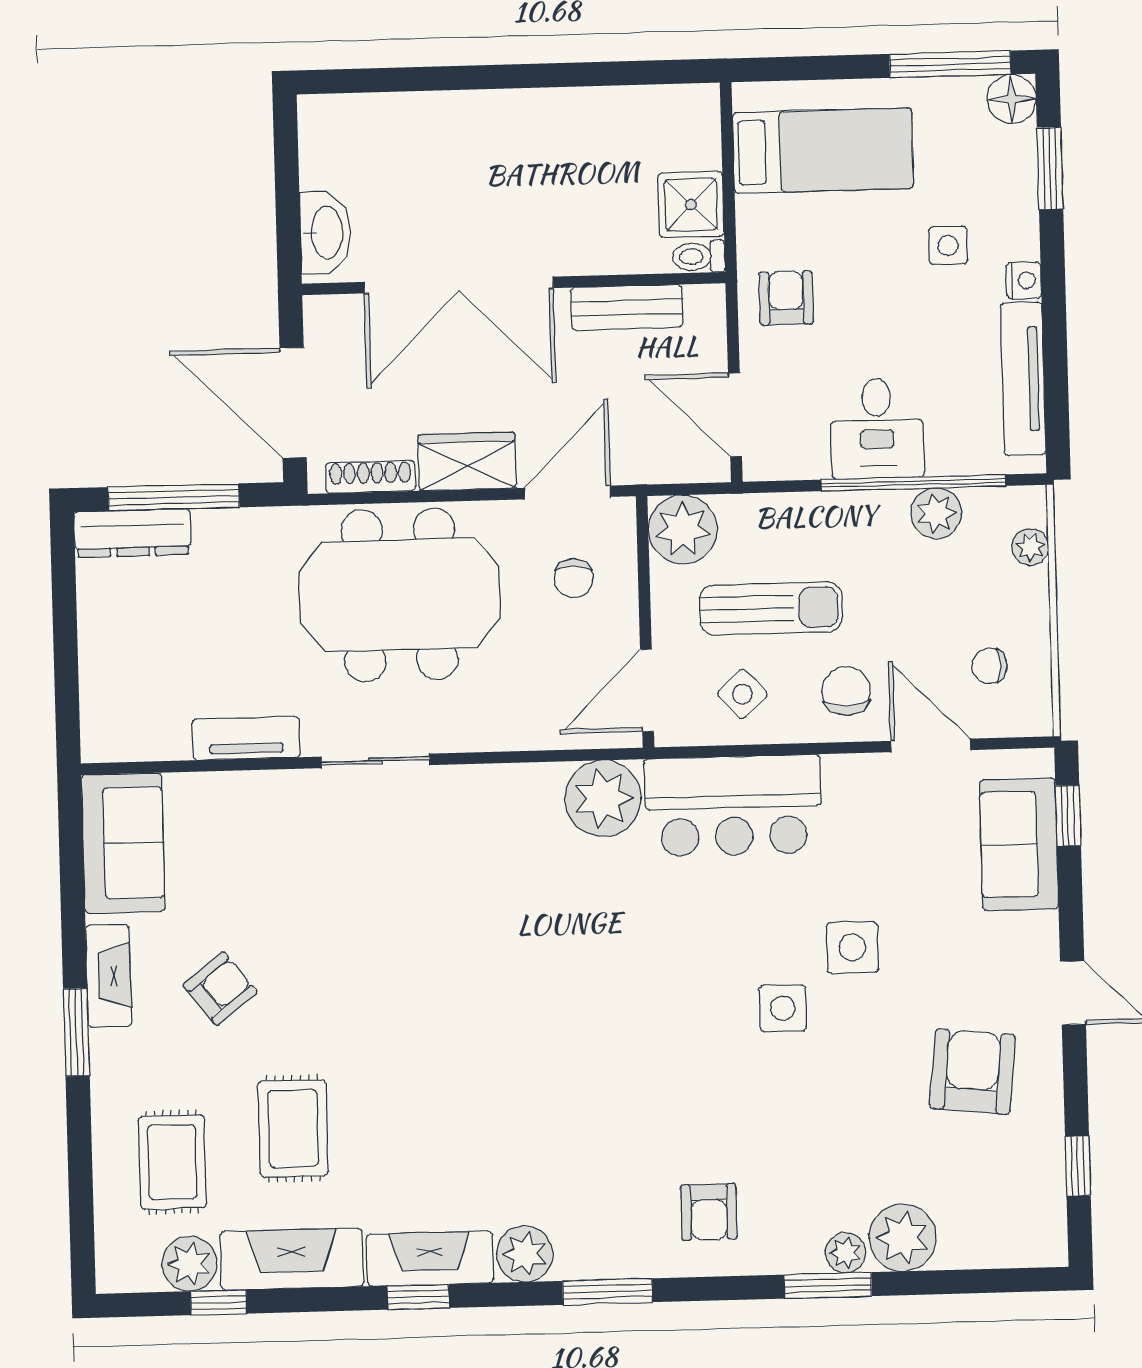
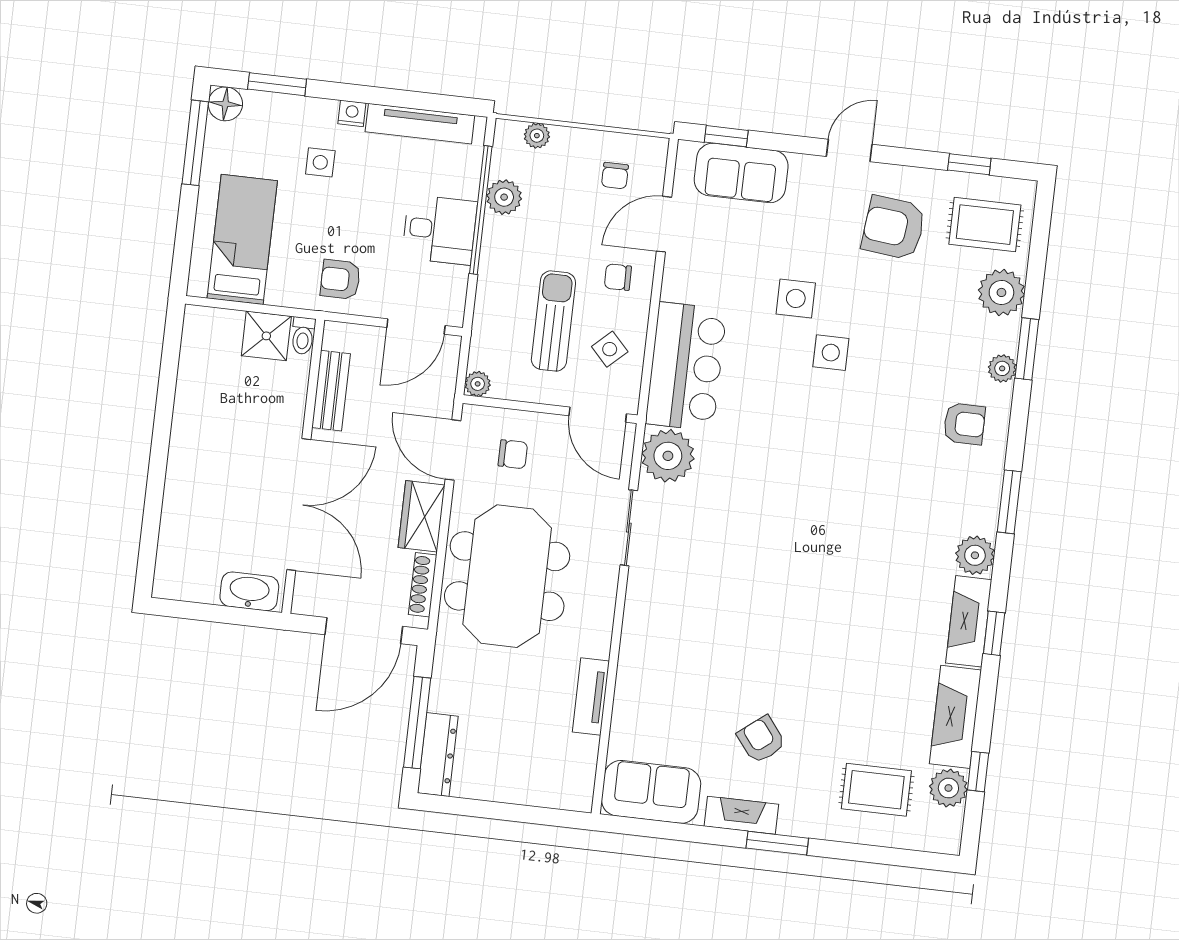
plant: (683, 529) -> (478, 384), width x0.53, depth x0.53
chair: (846, 691) -> (618, 277), width x0.73, depth x0.73
sliding door: (376, 761) -> (629, 528), moved
rug: (293, 1128) -> (985, 225), moved
plant: (846, 1253) -> (1002, 368), moved

